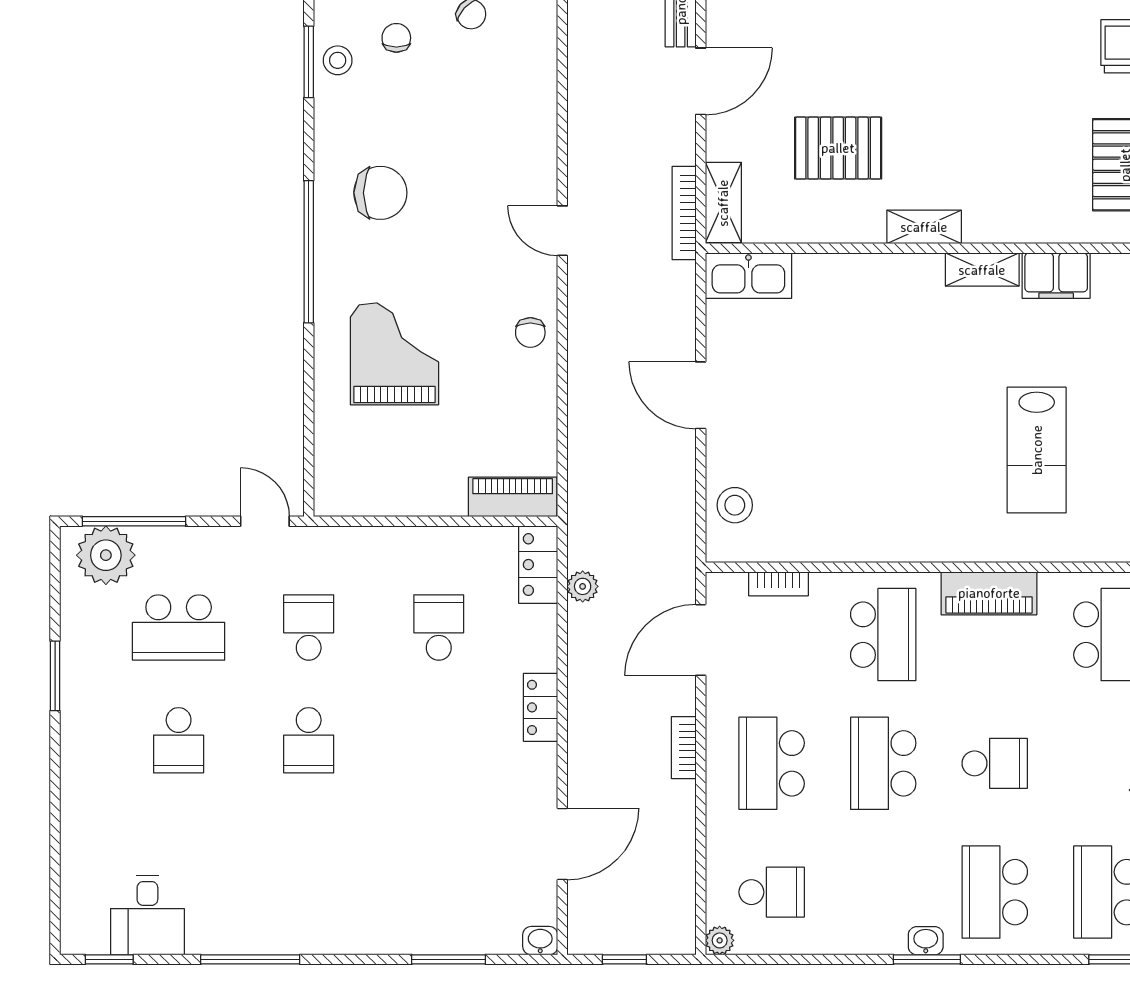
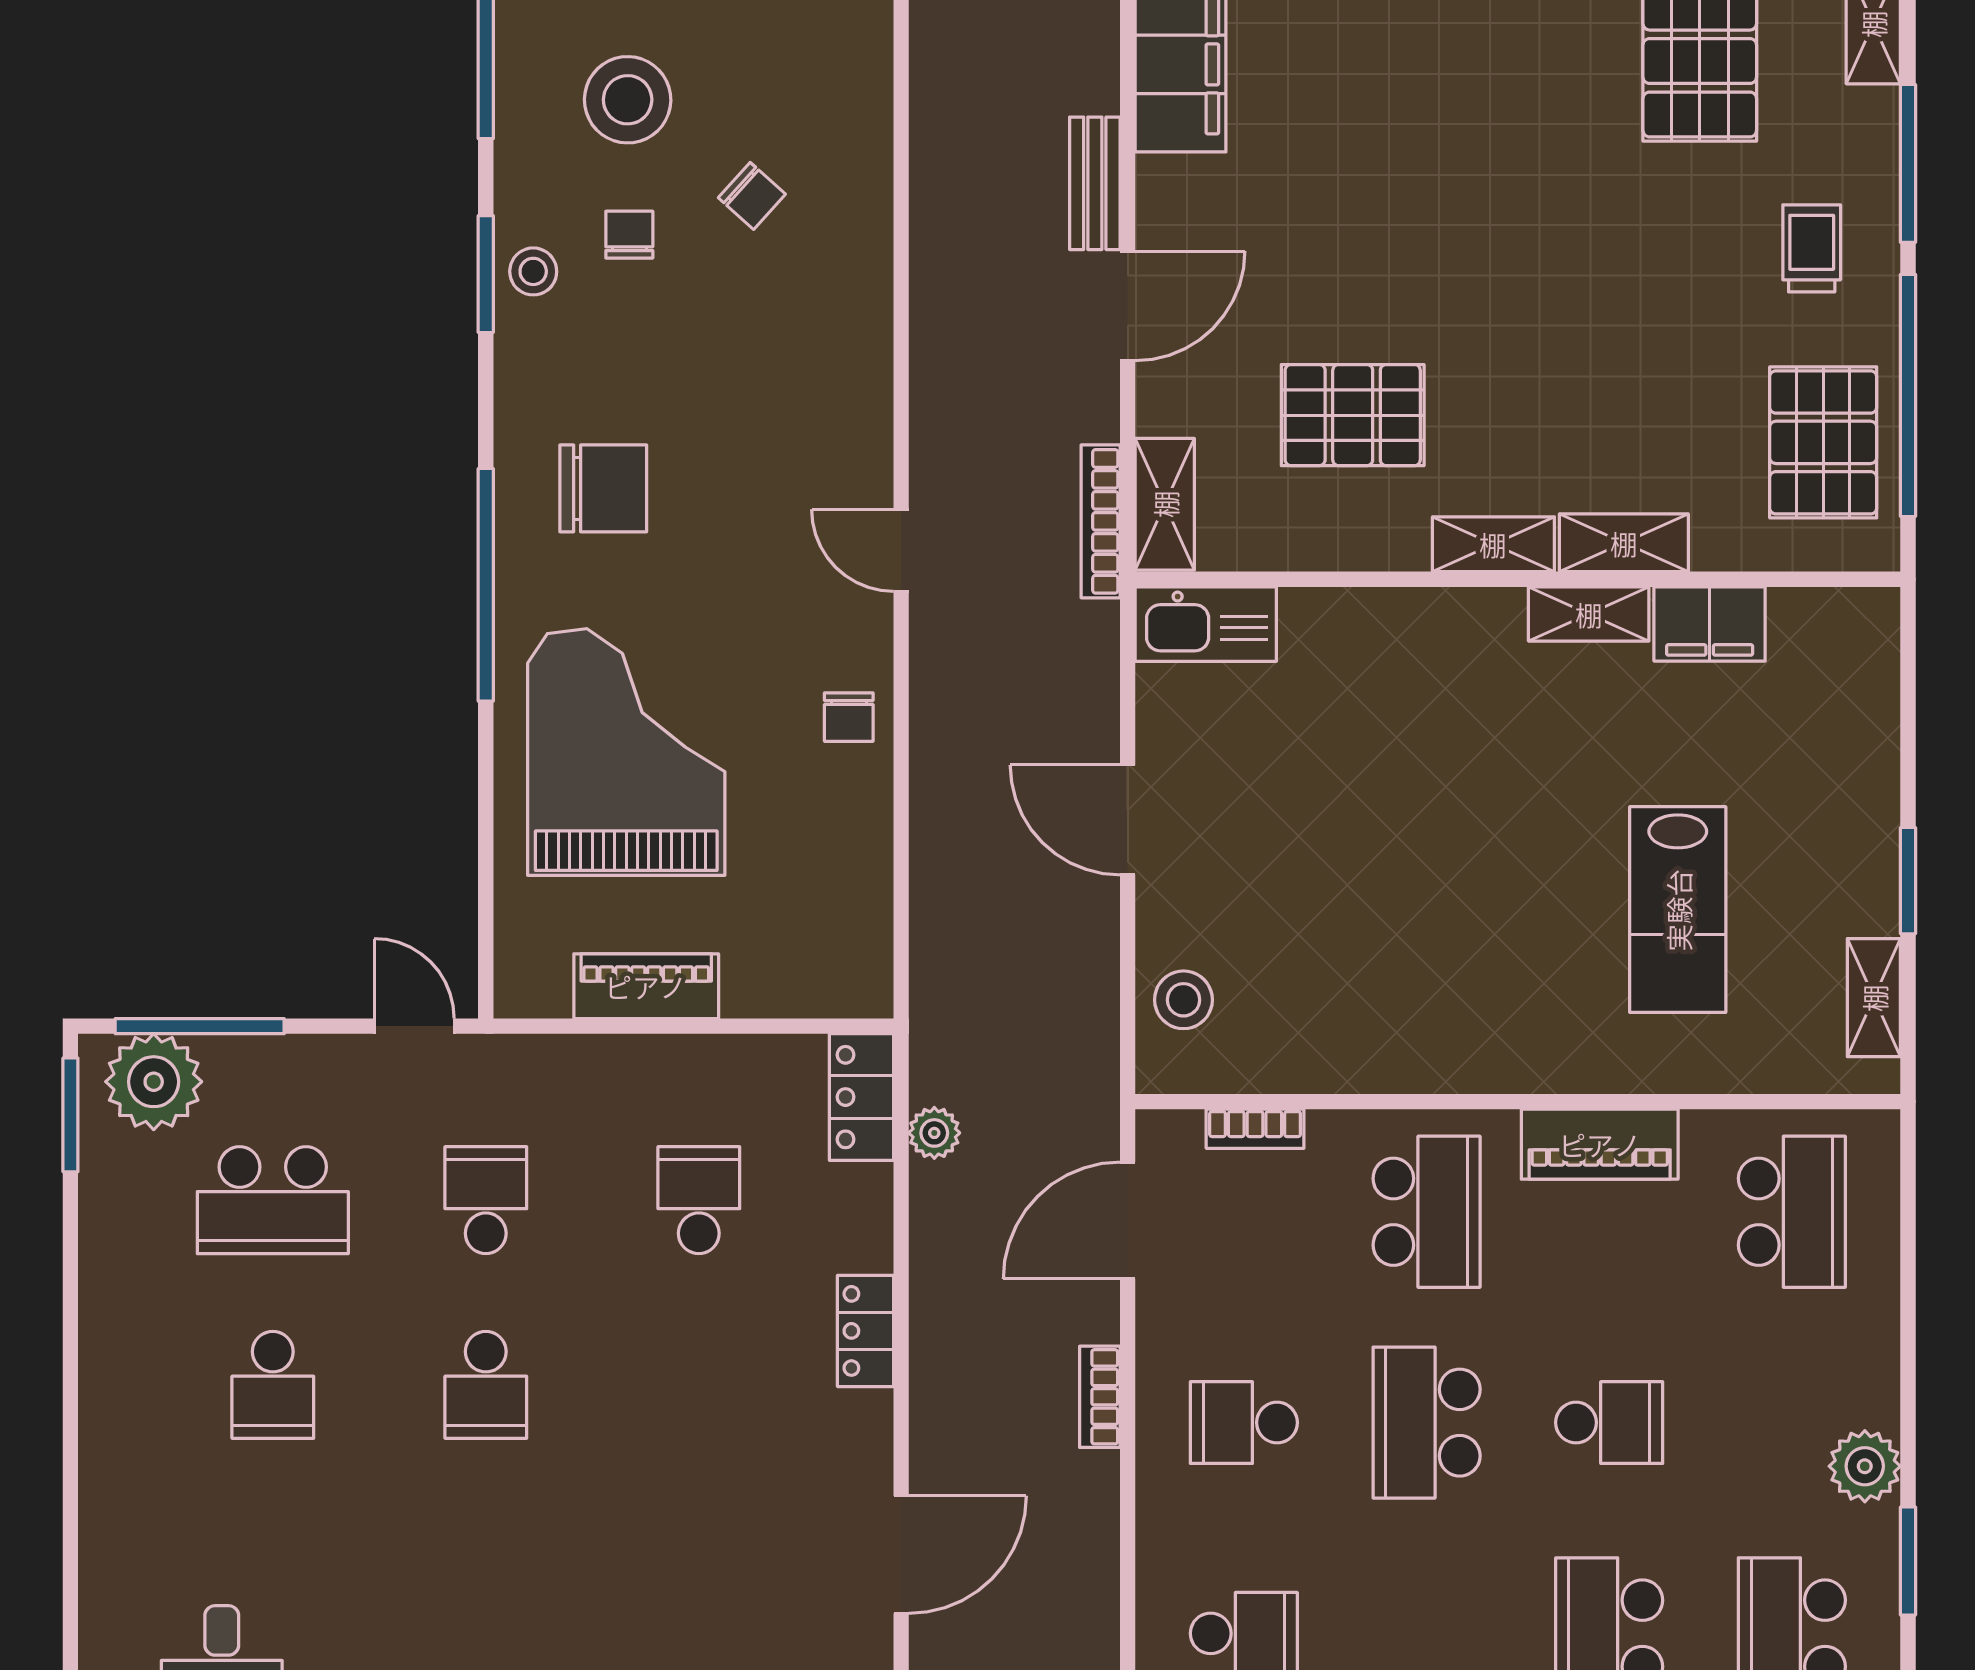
shelving: (1004, 226) -> (1624, 543), added
grand piano: (394, 354) -> (626, 752), width x1.37, depth x1.48
piano: (513, 497) -> (646, 986), moved
window: (55, 676) -> (70, 1115), moved
school desk: (772, 763) -> (1244, 1423), width x0.54

